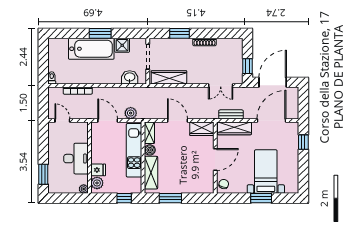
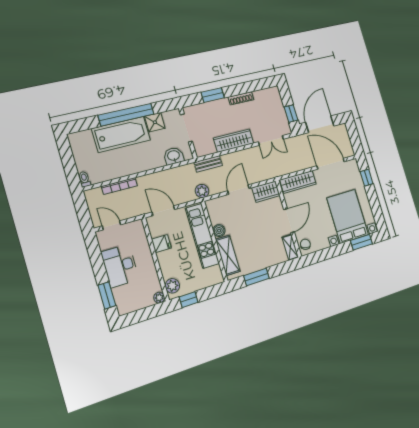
window: (100, 33) -> (126, 115), width x2.11
wardrobe: (169, 77) -> (234, 141), moved
plant: (131, 113) -> (202, 191), moved
bench: (231, 114) -> (208, 164), moved
door: (178, 120) -> (238, 190), hinge flipped
door: (271, 120) -> (331, 164), hinge flipped
shelving: (149, 133) -> (290, 247), moved
desk: (76, 159) -> (120, 266), moved, turned 180
fridge: (98, 170) -> (161, 244), moved
bed with nightstands: (266, 172) -> (348, 216), width x1.36
window: (124, 198) -> (189, 300), moved
window: (261, 198) -> (361, 242), moved

